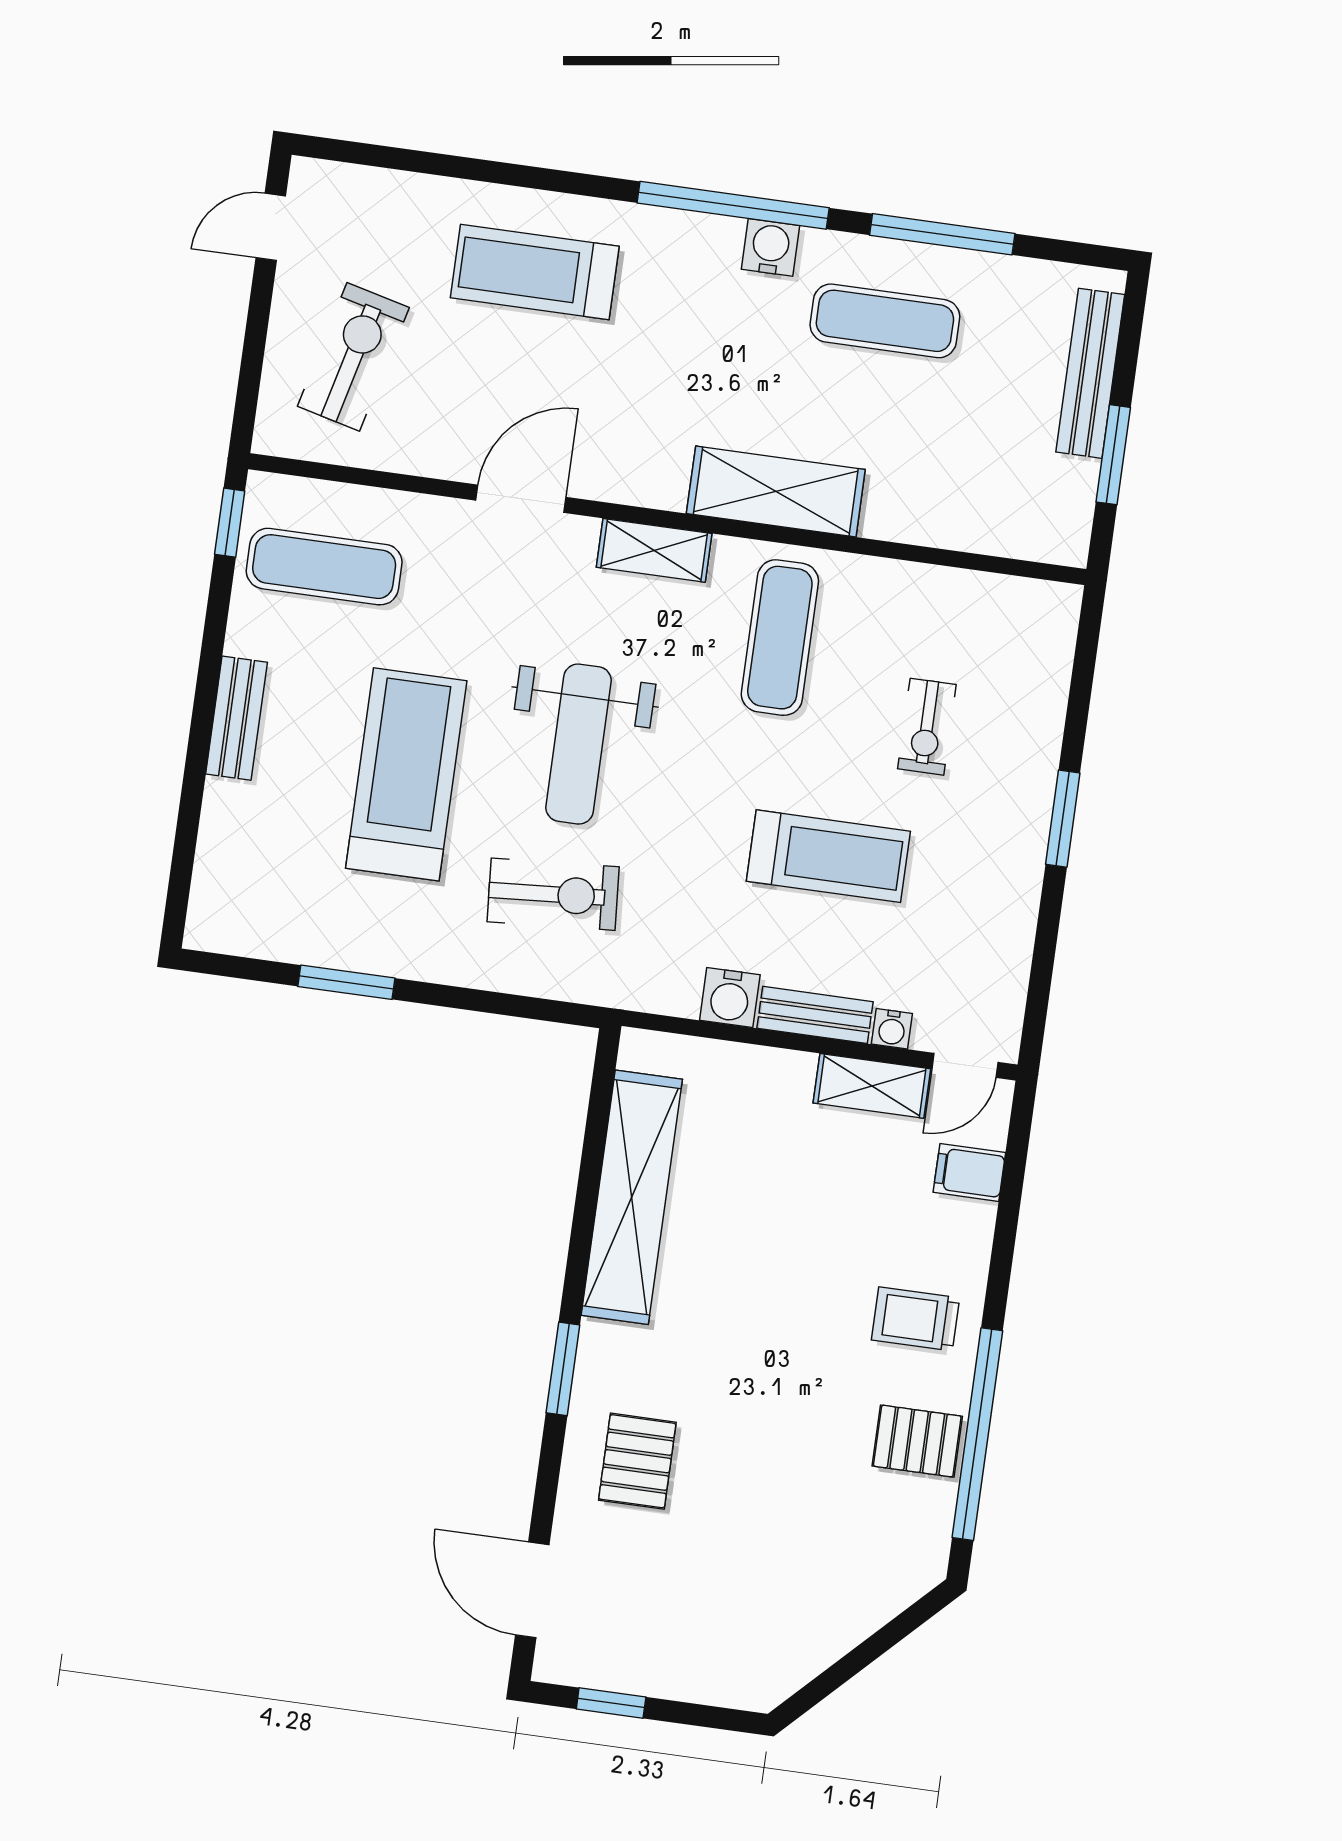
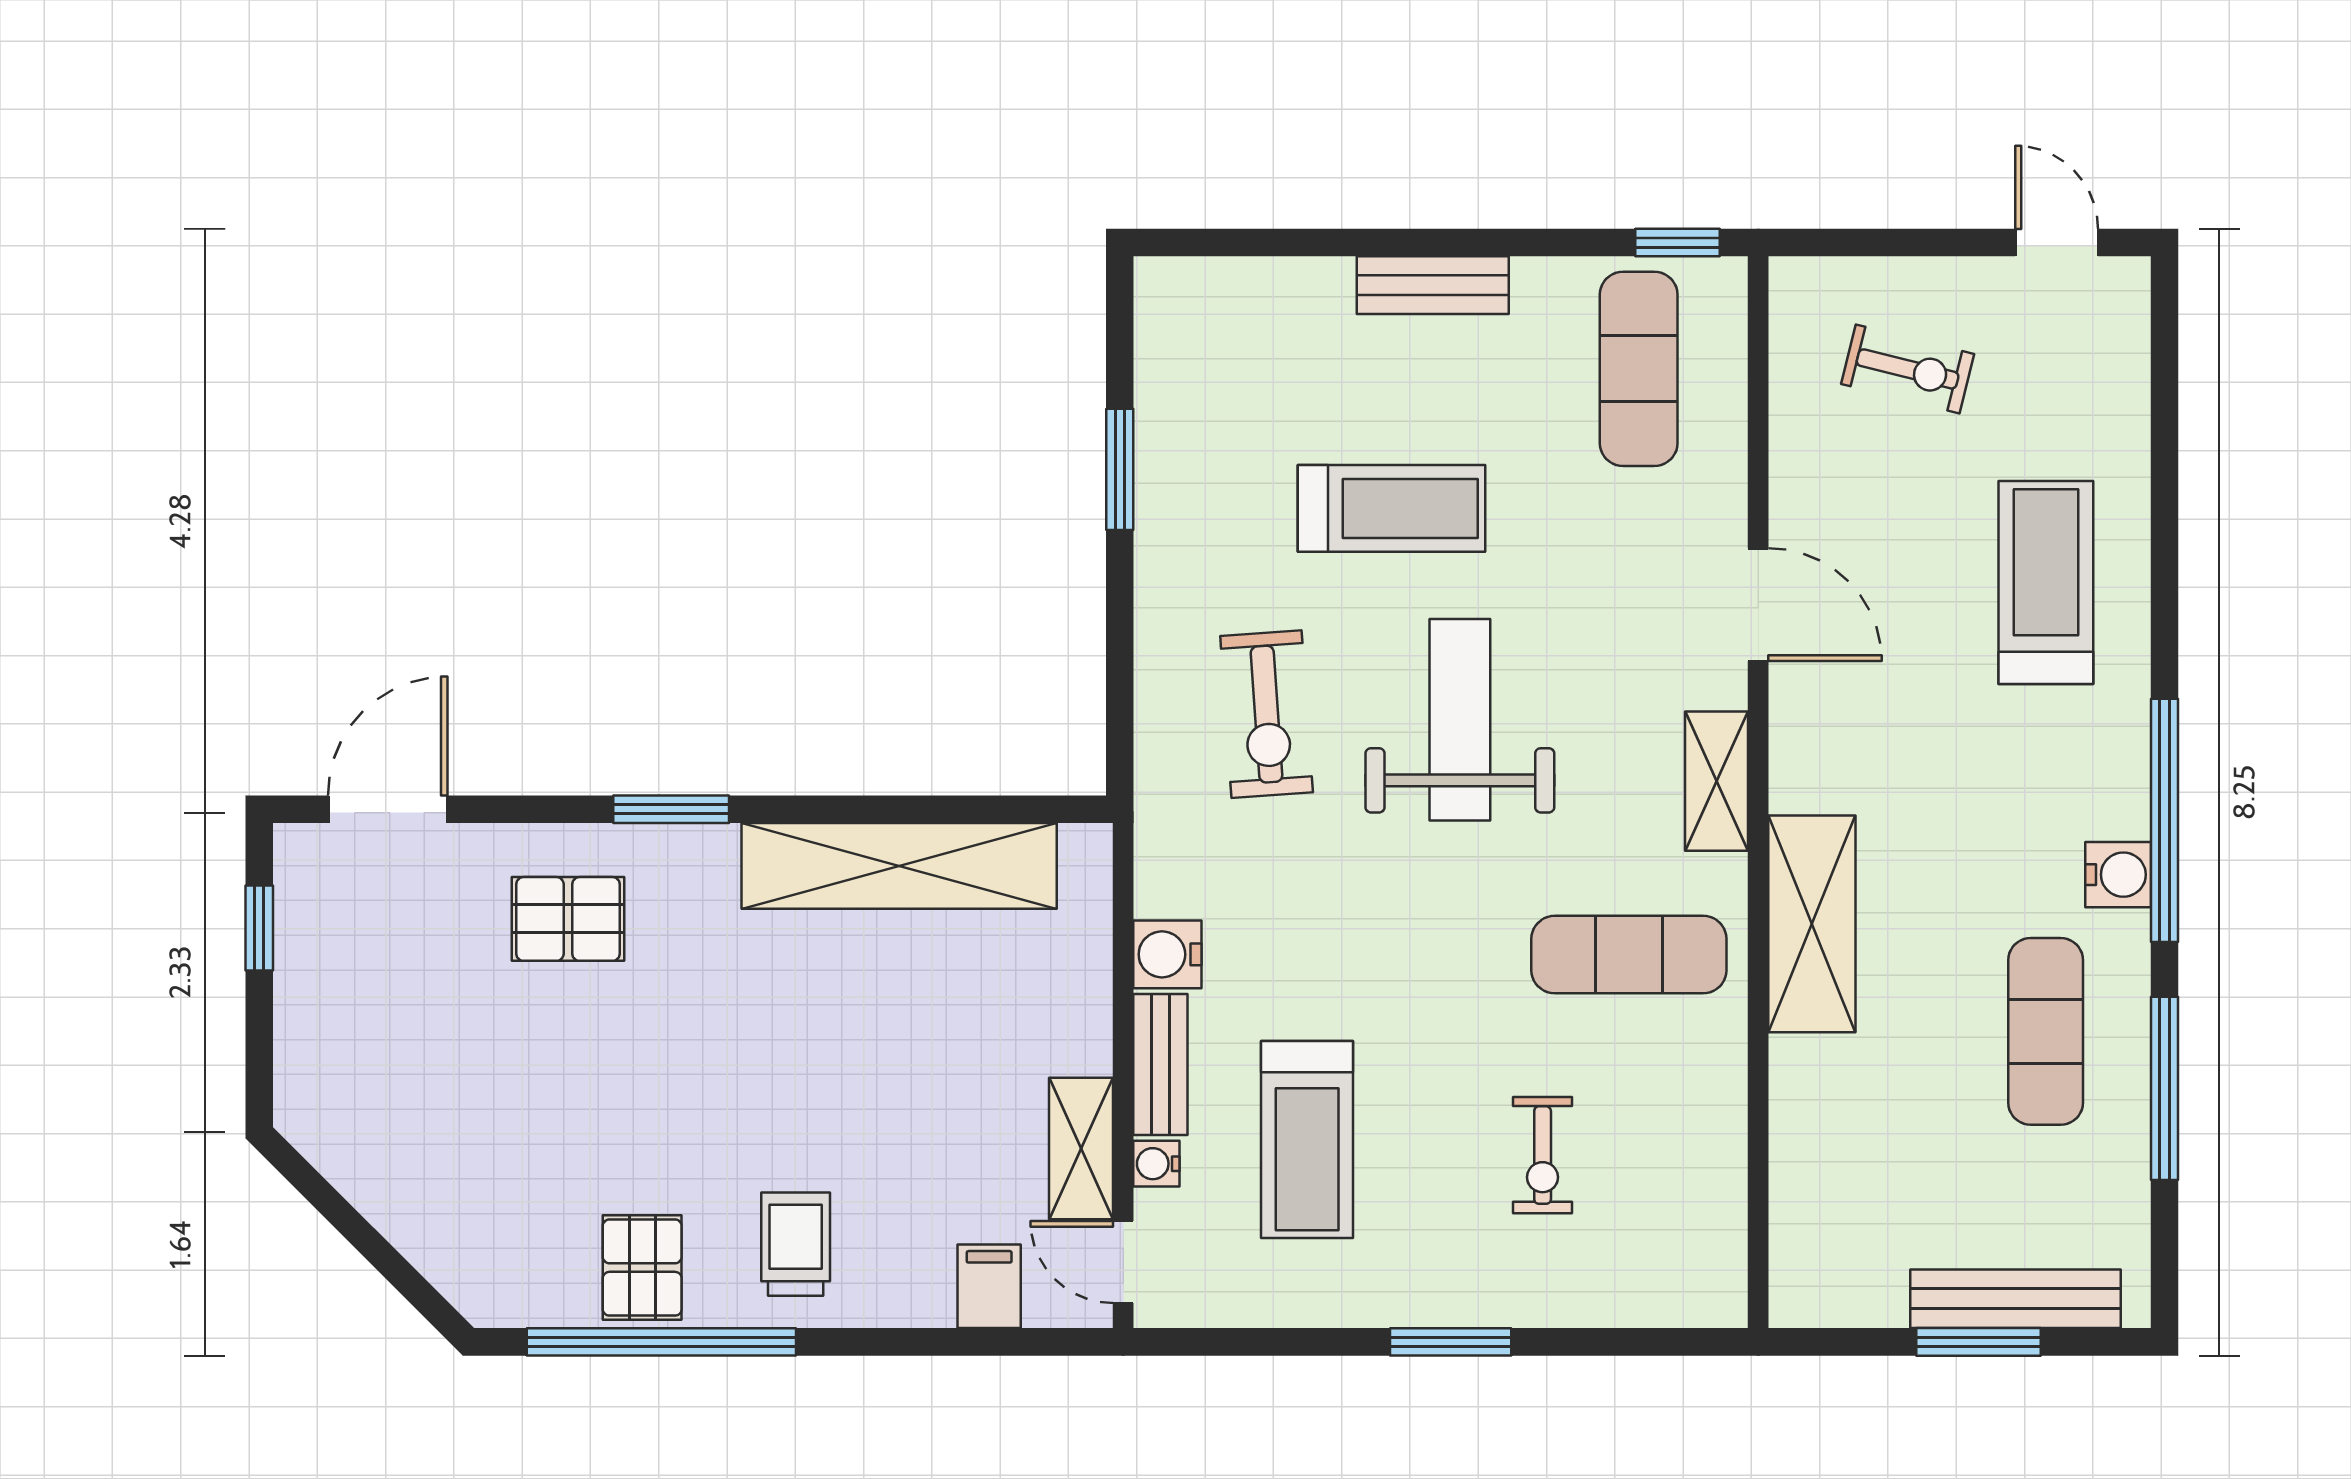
exercise bike: (353, 357) -> (1908, 369), width x0.73, depth x0.72
window: (1113, 455) -> (1978, 1342), moved
exercise bike: (927, 727) -> (1543, 1155), turned -90
weight bench: (579, 744) -> (1460, 720), turned 90
treadmill: (406, 774) -> (1392, 508), width x0.73, depth x0.73
treadmill: (828, 856) -> (1307, 1140), moved

